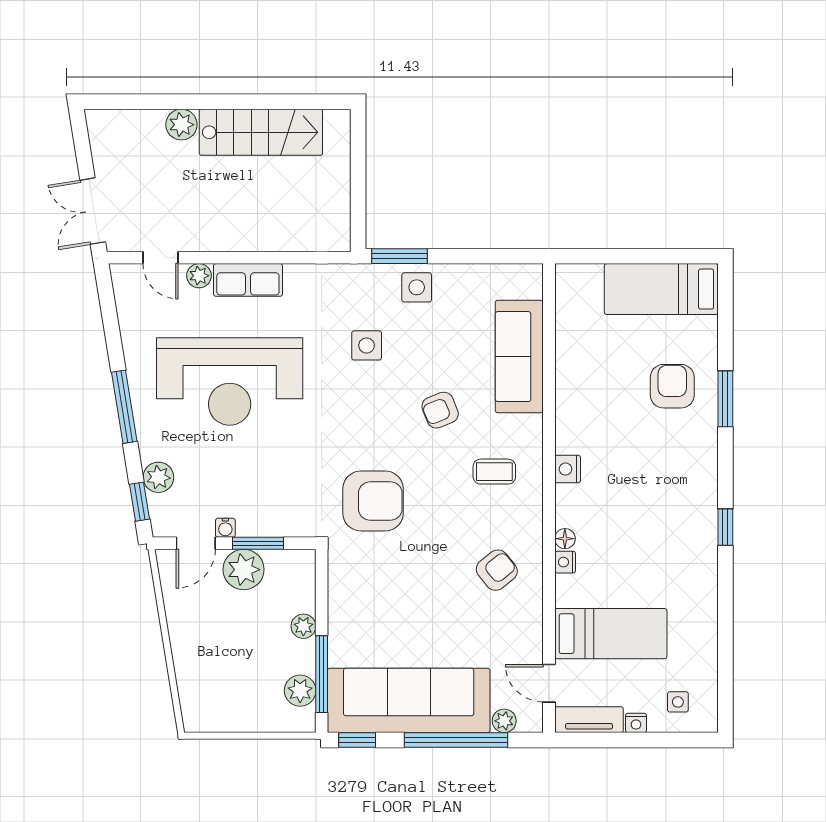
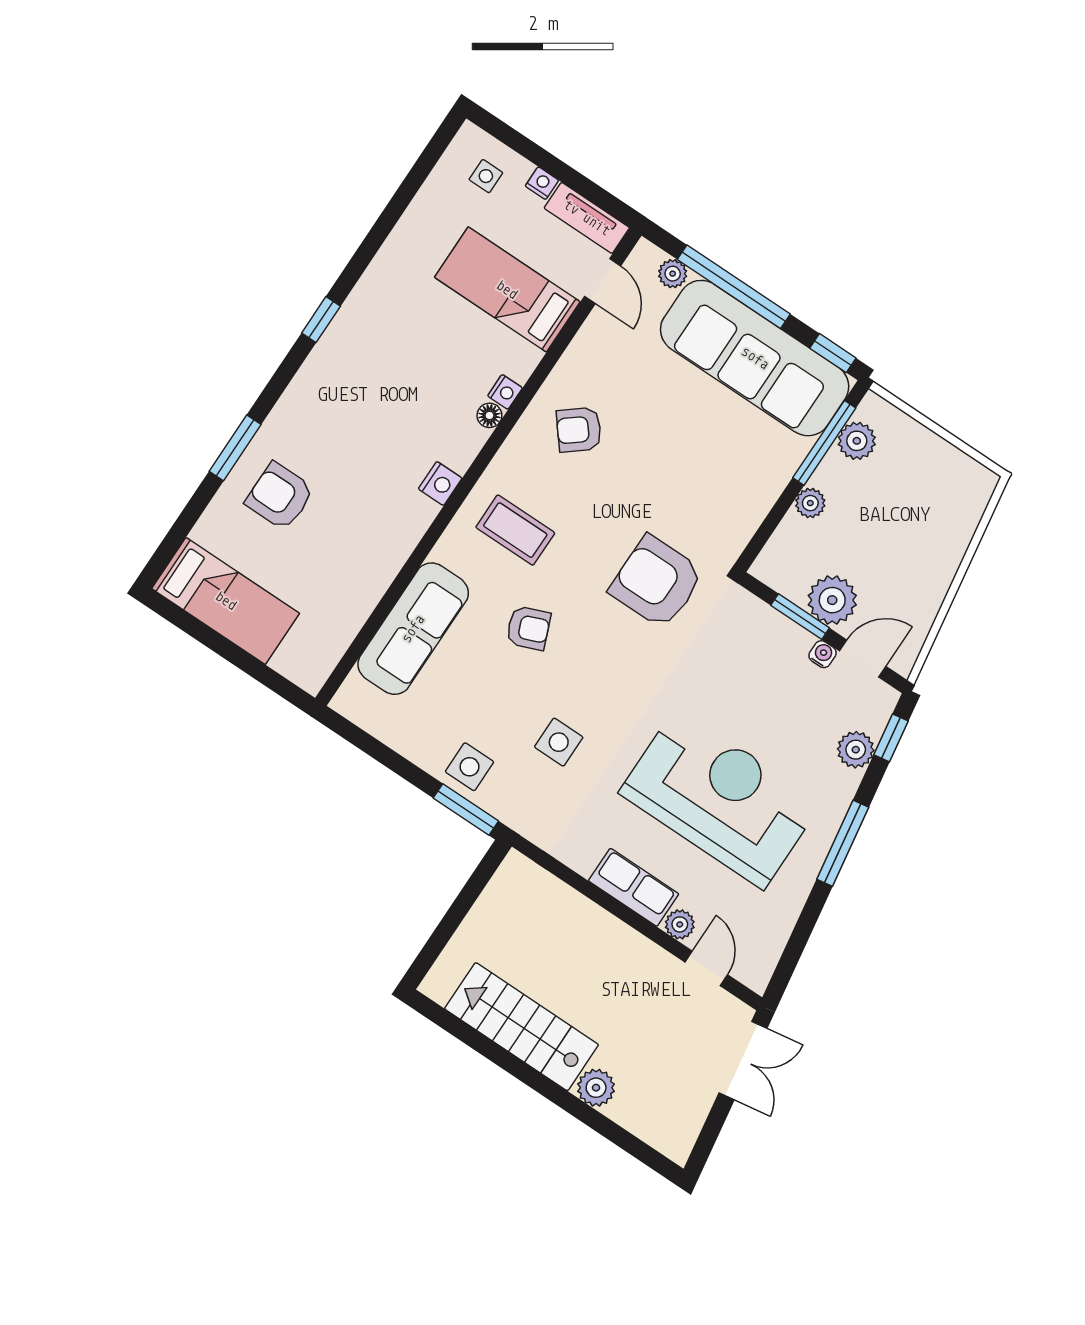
armchair: (672, 386) -> (280, 496), turned 90
coffee table: (494, 472) -> (515, 530), width x1.36, depth x1.30

